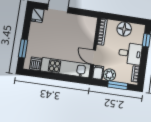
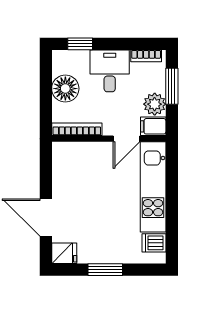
window: (23, 48) -> (105, 270), moved

